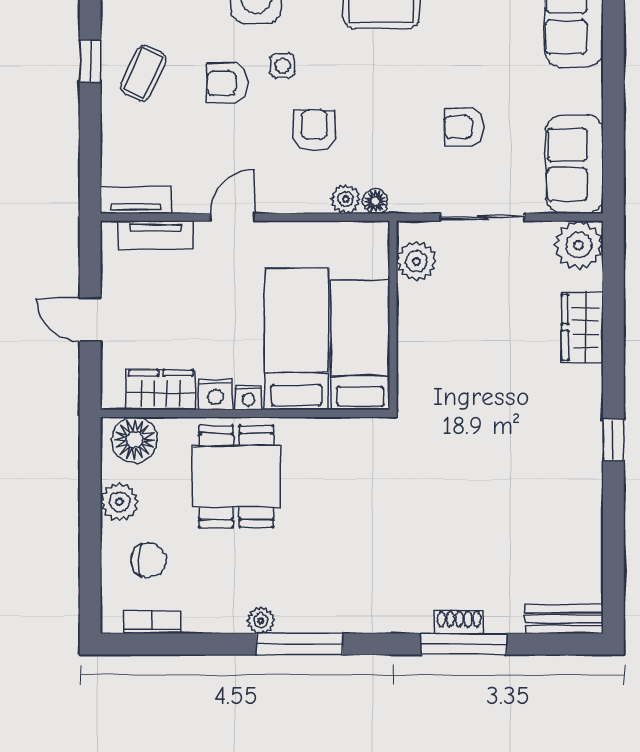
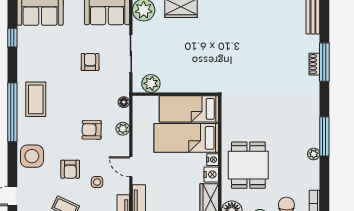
side table: (283, 65) -> (97, 182), moved
armchair: (464, 127) -> (90, 62), turned 180
plant: (346, 199) -> (123, 129), moved
dining table: (236, 476) -> (248, 165), turned 90

